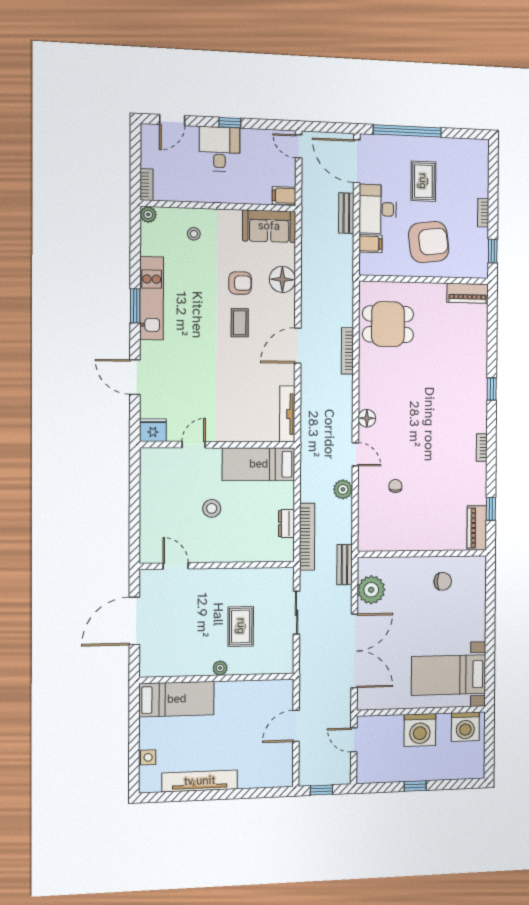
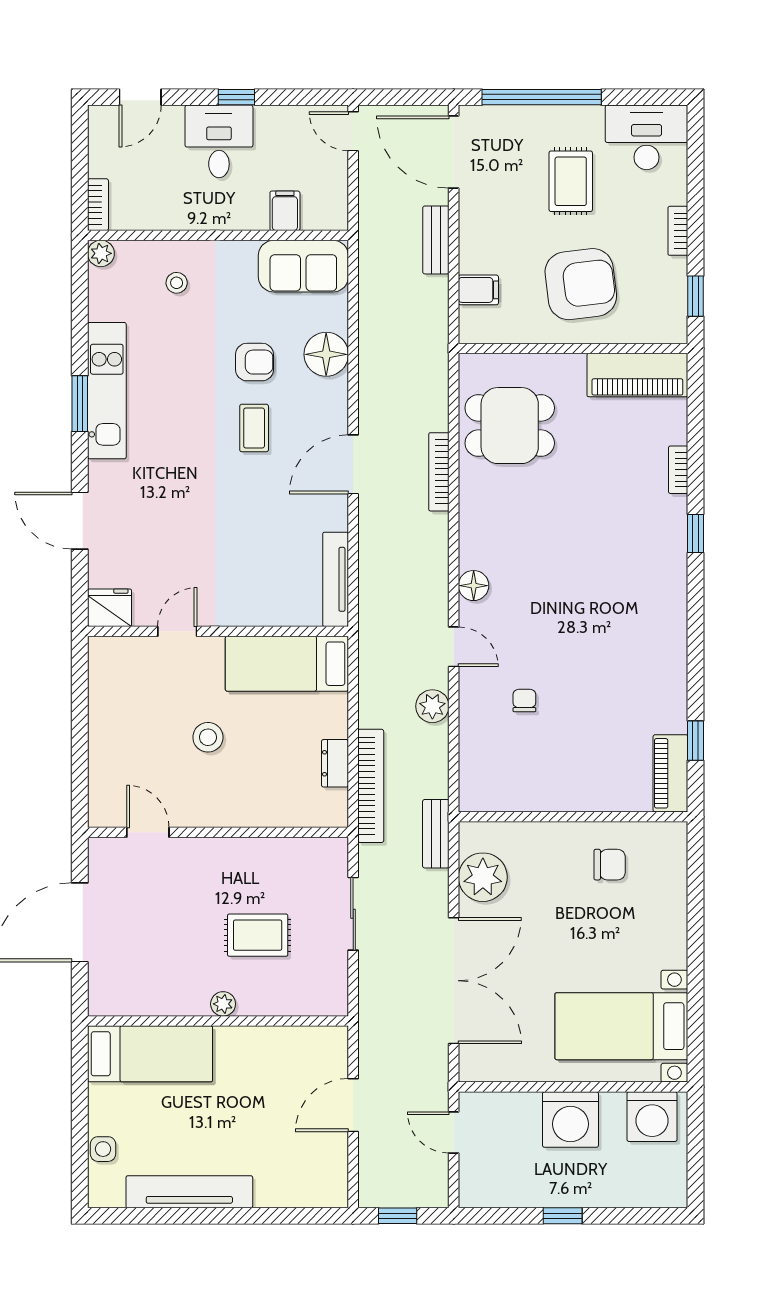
filing cabinet: (284, 196) -> (285, 211), moved, turned 90
desk: (378, 209) -> (647, 137), moved, turned 90
piano: (468, 293) -> (637, 375), width x1.37, depth x1.33
bookcase: (482, 448) -> (678, 470), moved
rug: (241, 626) -> (258, 935), turned 90

